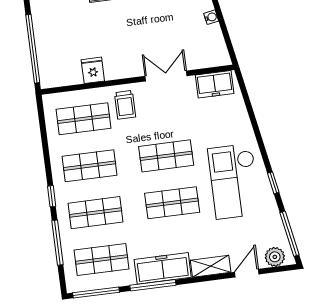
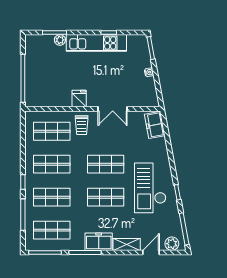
fridge: (93, 70) -> (79, 98), moved
double door: (166, 76) -> (113, 109), swing flipped
freezer: (215, 84) -> (155, 125), moved, turned 80
freezer: (163, 268) -> (99, 242), width x0.71

